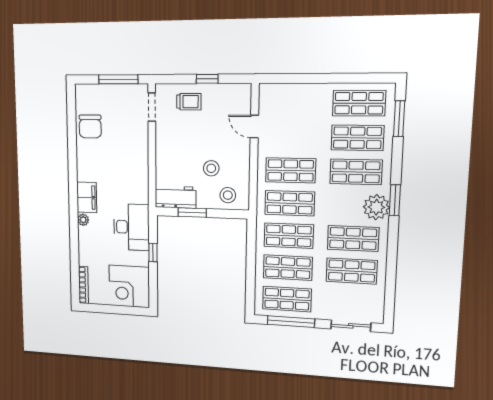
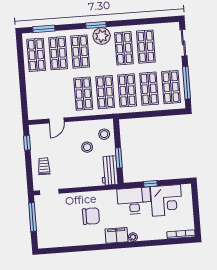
window: (207, 79) -> (27, 143), moved
chair: (90, 126) -> (91, 216), moved
corner desk: (129, 286) -> (166, 200), moved

